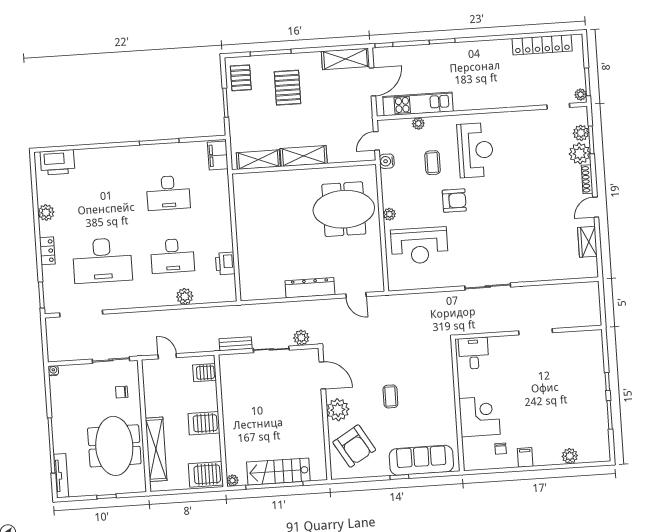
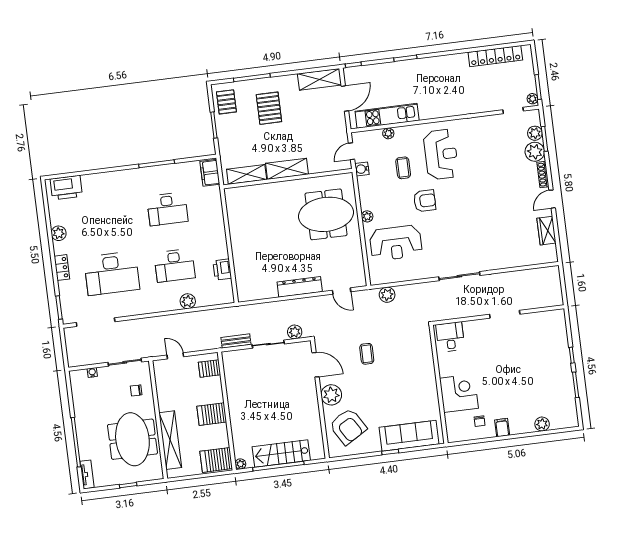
plant: (406, 302) -> (387, 295), added
water cooler: (53, 371) -> (92, 373), moved
coffee table: (390, 396) -> (367, 354), moved
tv unit: (61, 476) -> (87, 474), width x0.71

